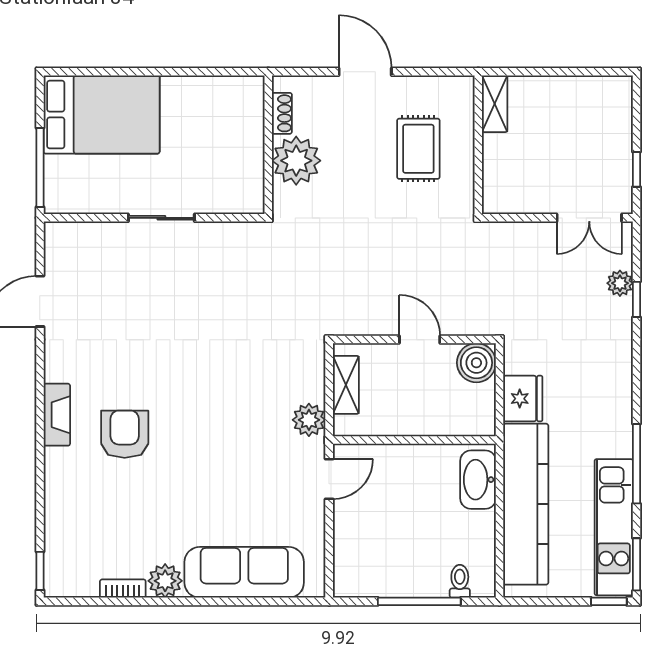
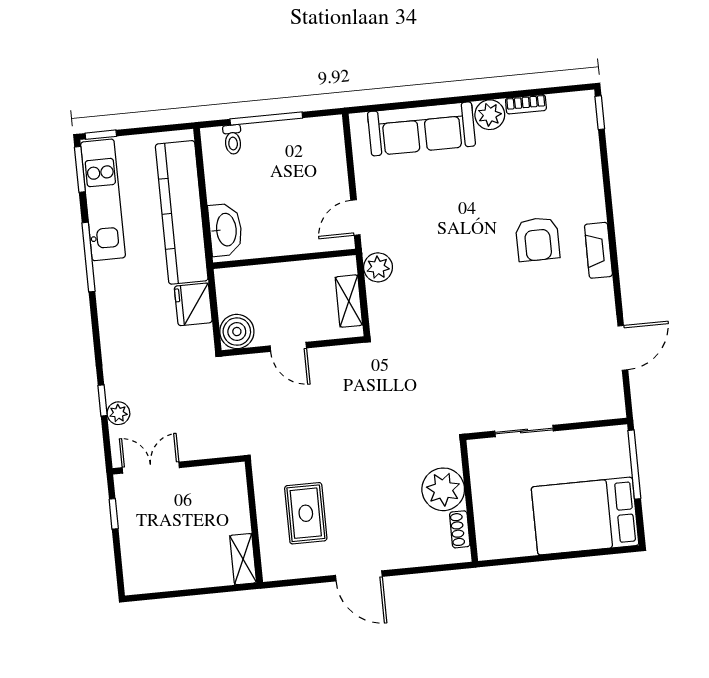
shoe rack: (282, 113) -> (460, 529), moved
wall: (268, 145) -> (469, 501), moved
plant: (296, 161) -> (443, 489), moved

